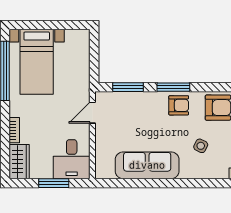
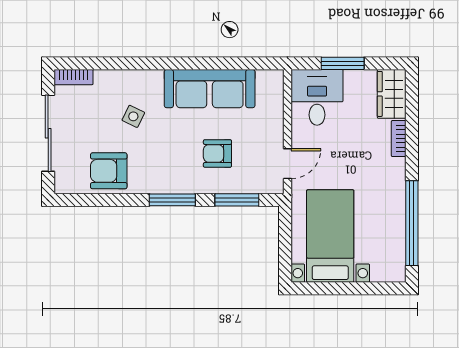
bed with nightstands: (37, 62) -> (330, 236), moved
armchair: (179, 105) -> (217, 153), moved

